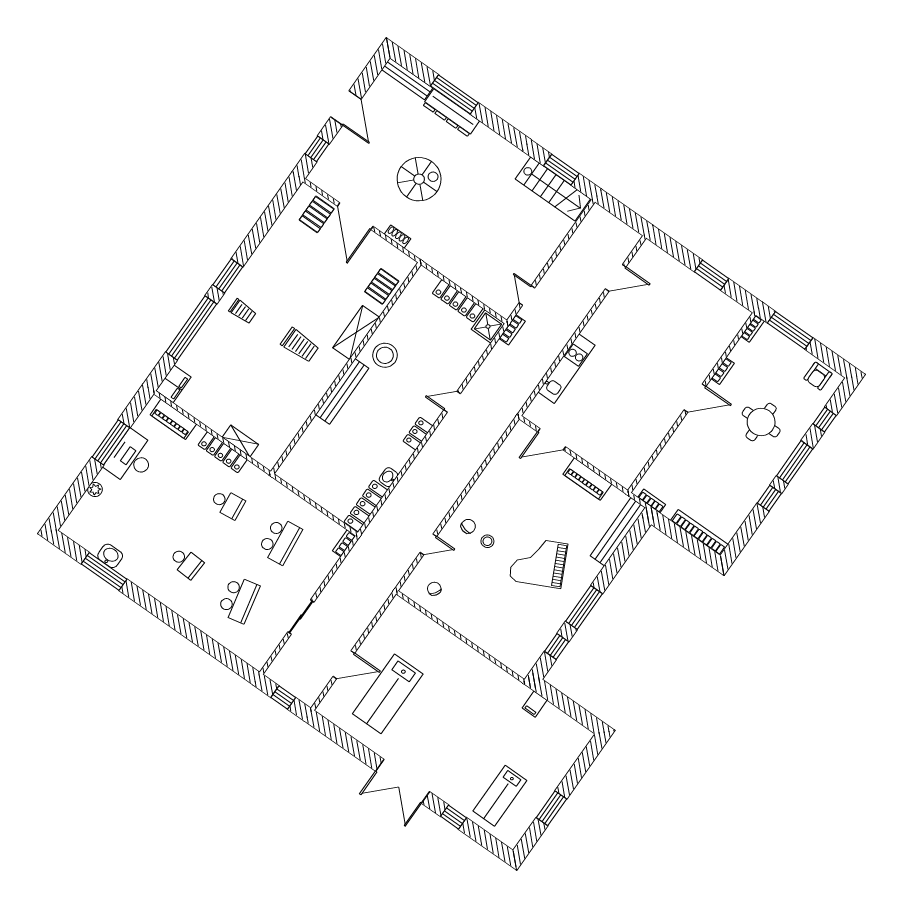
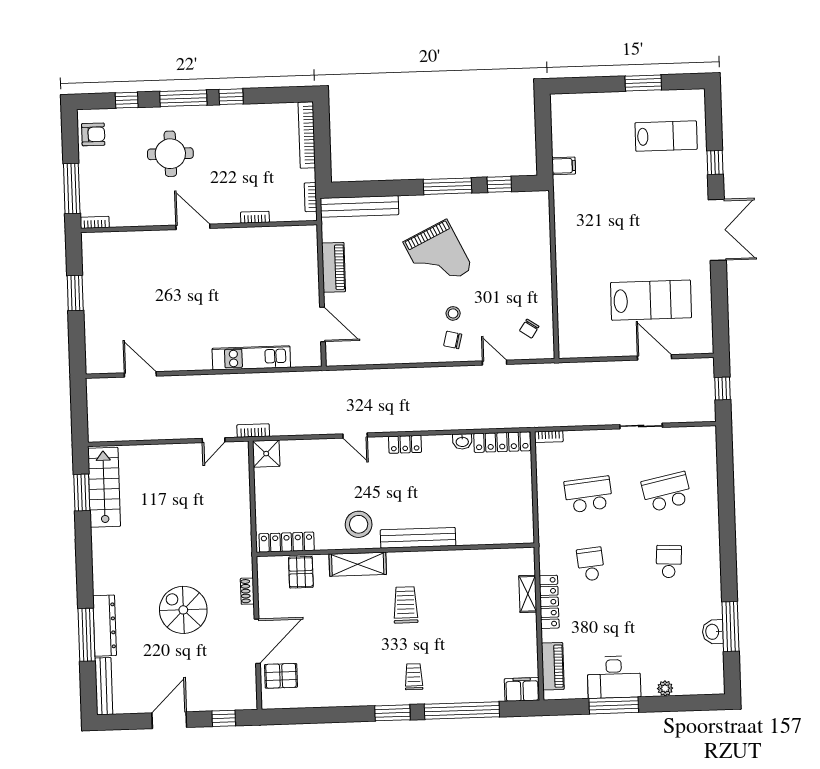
pallet: (382, 286) -> (301, 572), turned 90
locker: (458, 301) -> (287, 542), moved, turned -90
bookcase: (723, 371) -> (255, 217), moved

